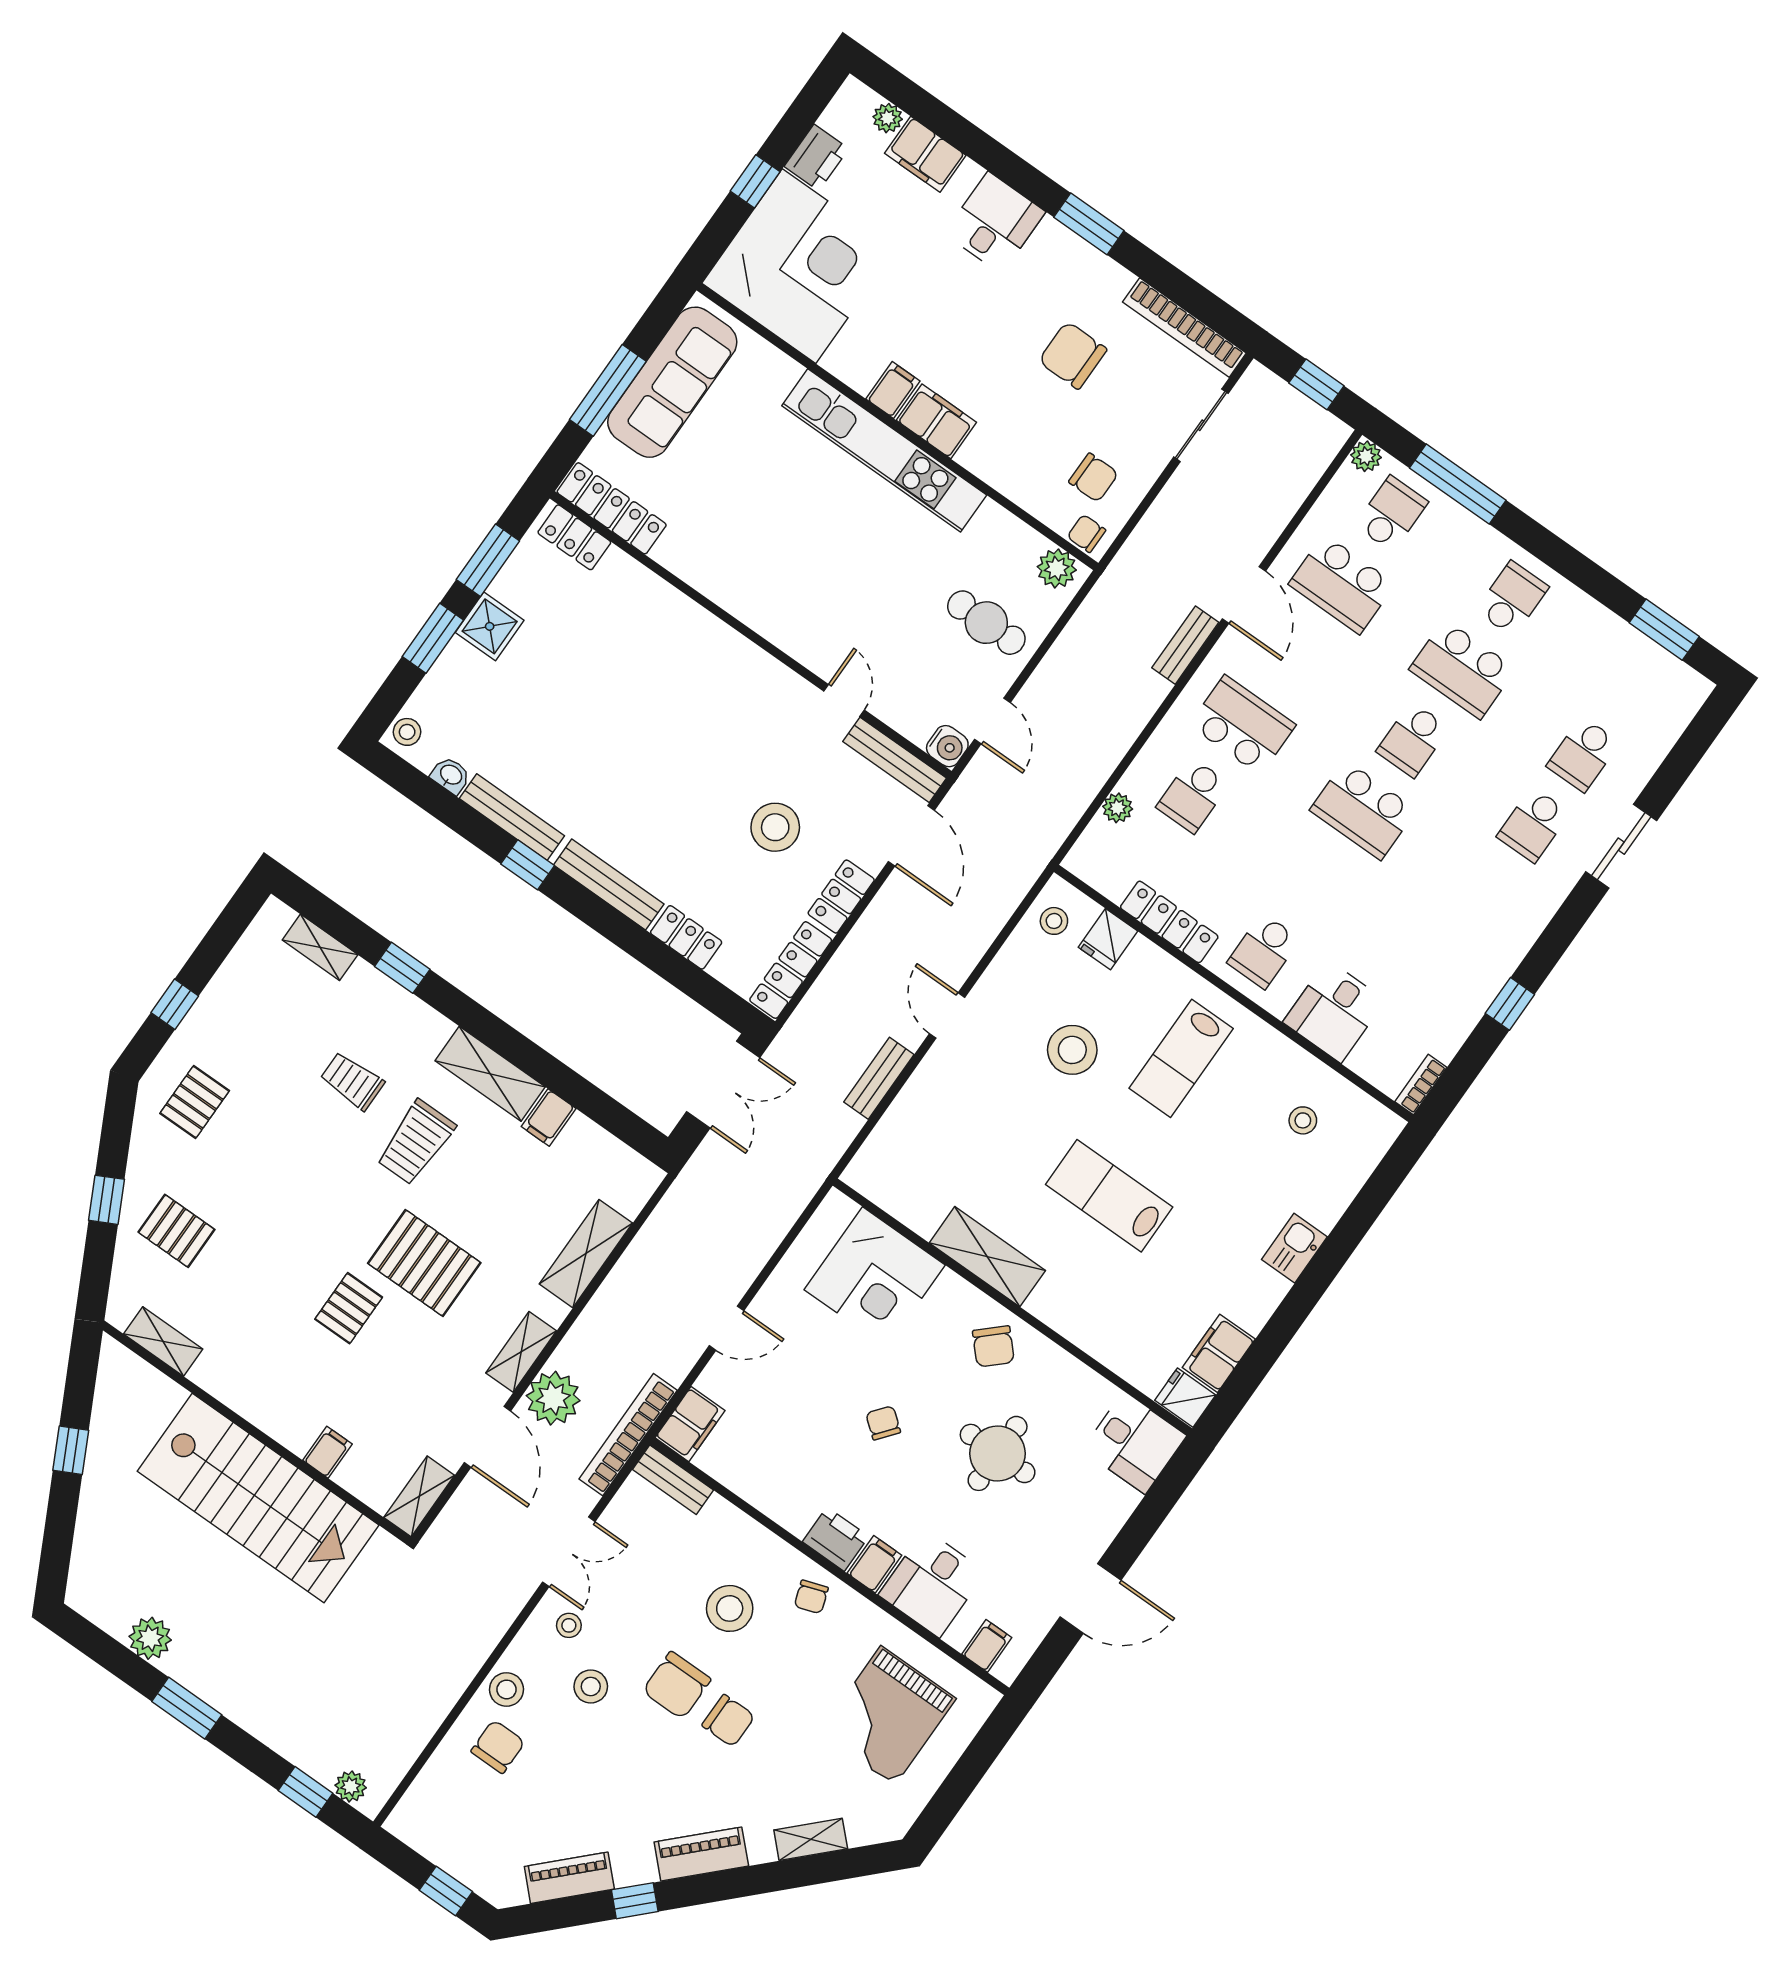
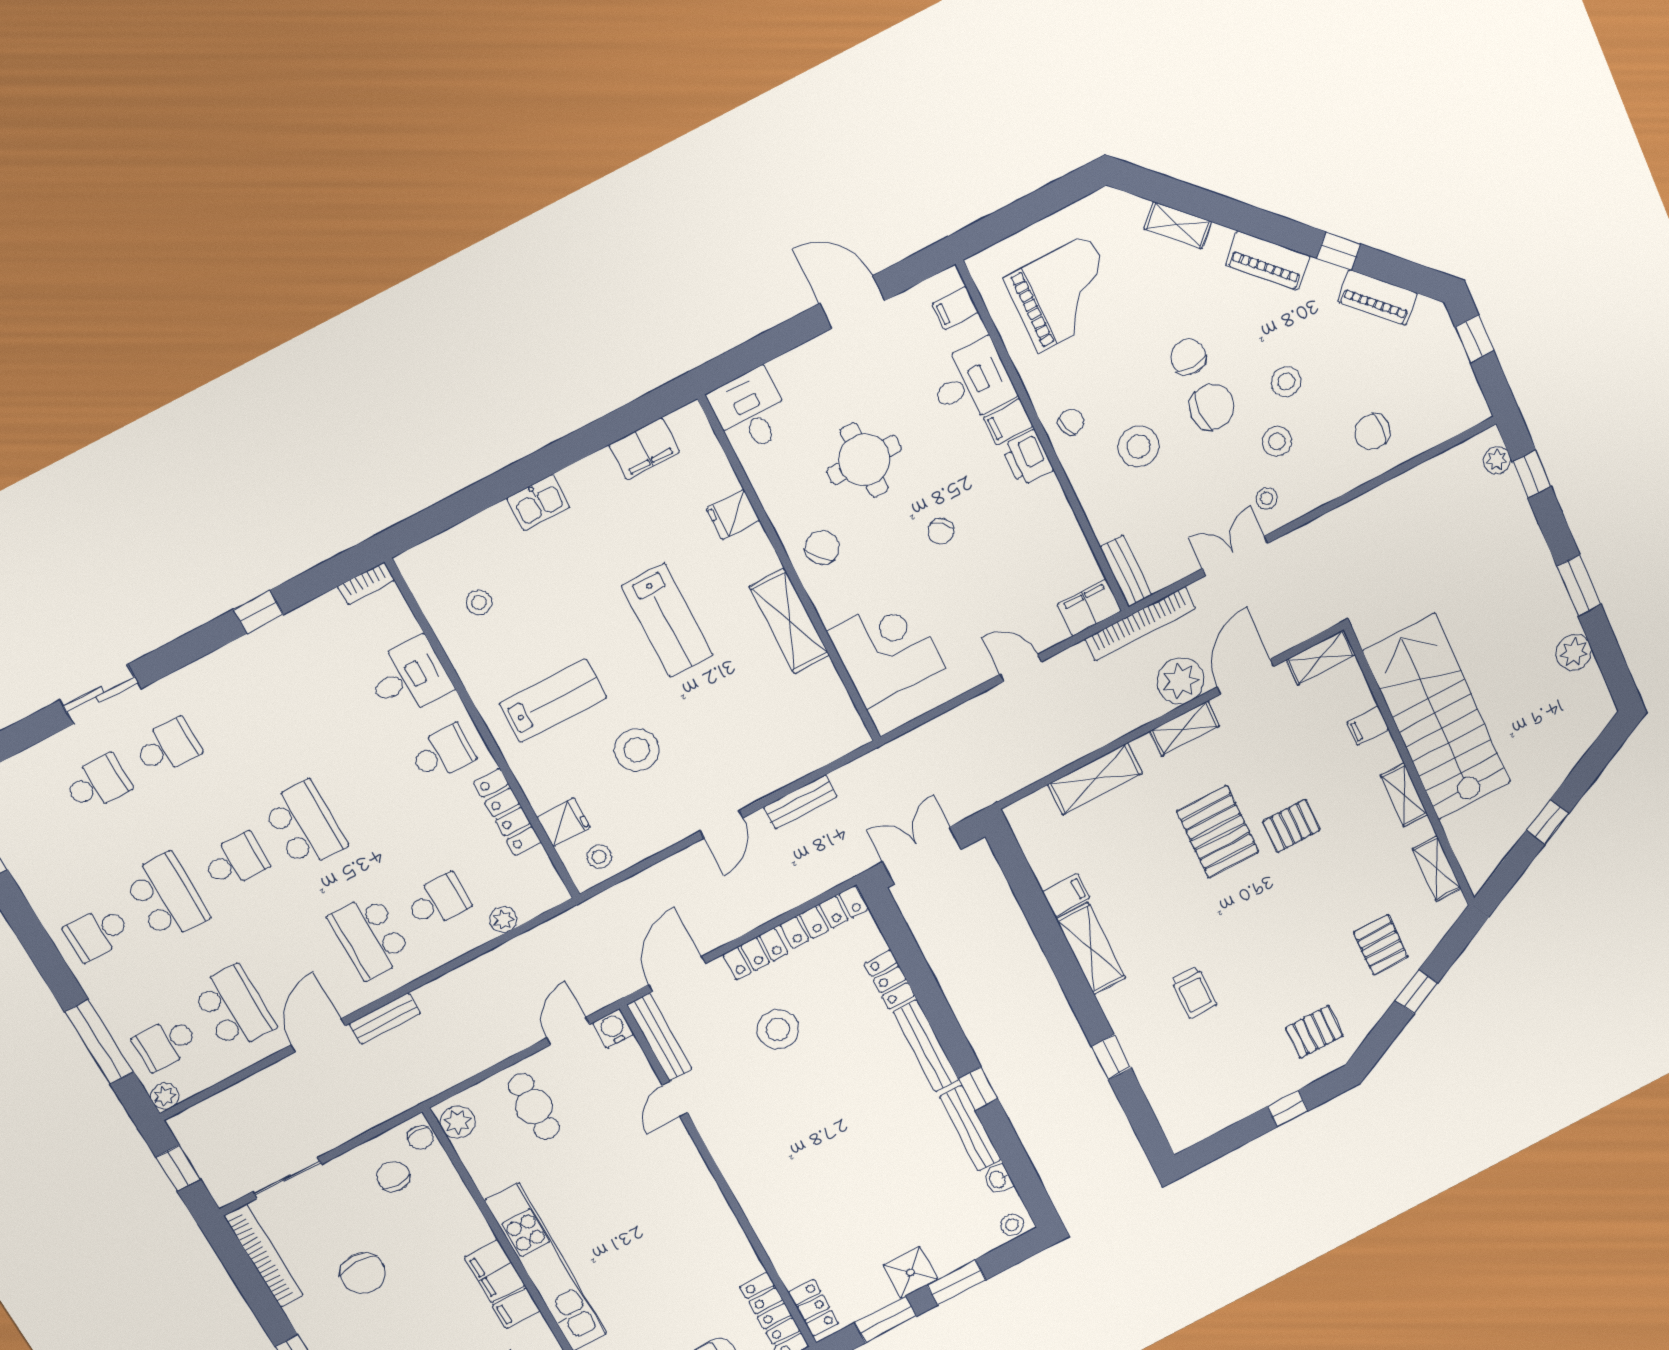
shelving: (320, 947) -> (1404, 795), moved
trolley: (416, 1142) -> (1173, 924), removed
fridge: (1185, 1398) -> (733, 515), moved, turned 90
stool: (507, 1689) -> (1286, 382), moved

